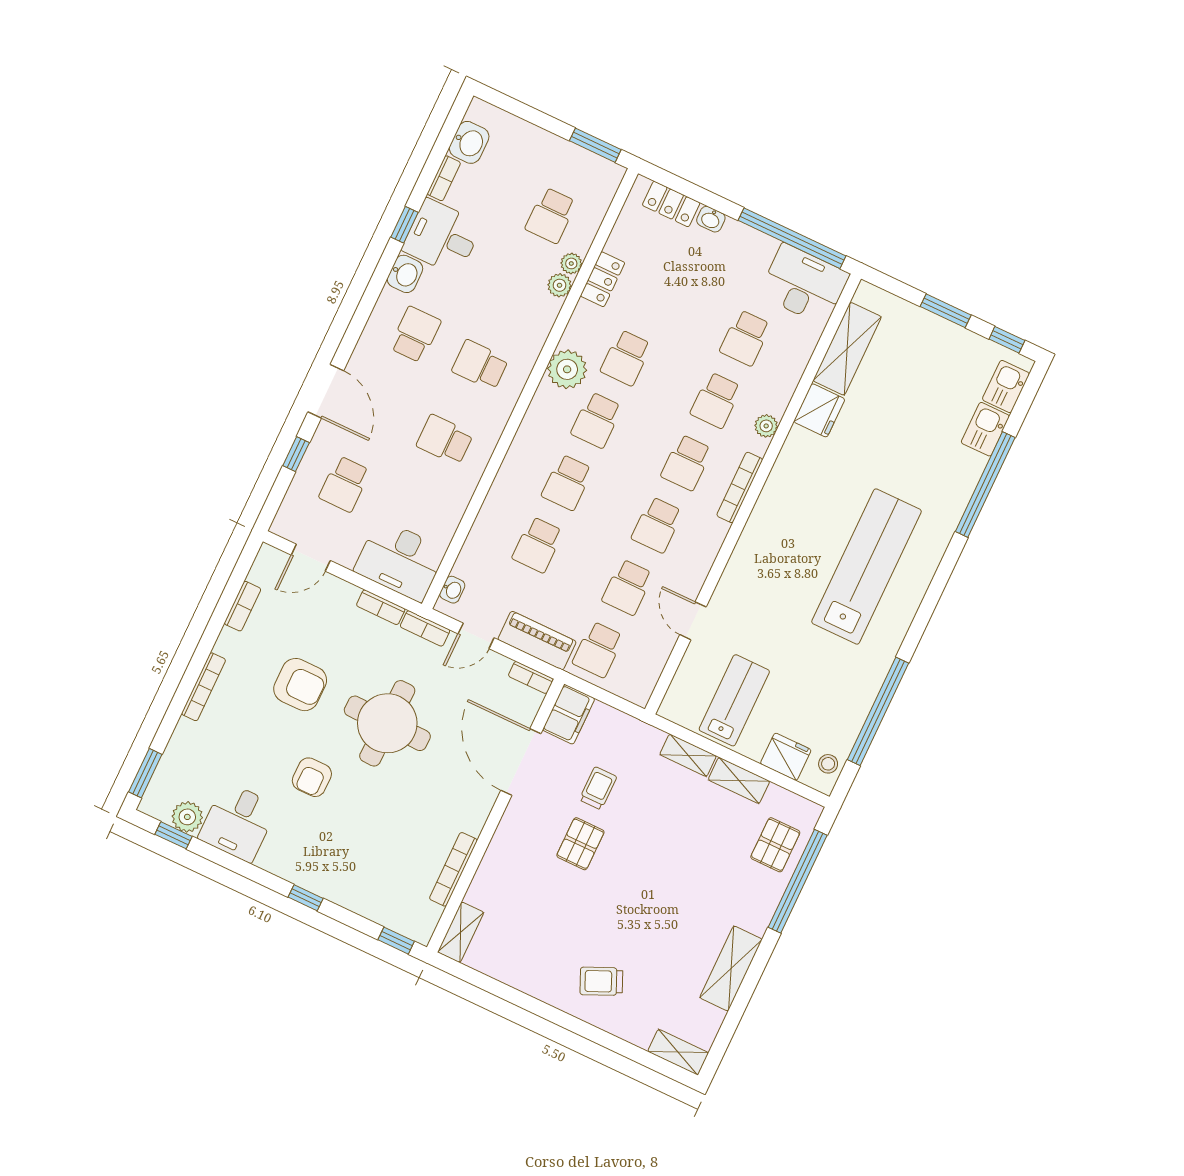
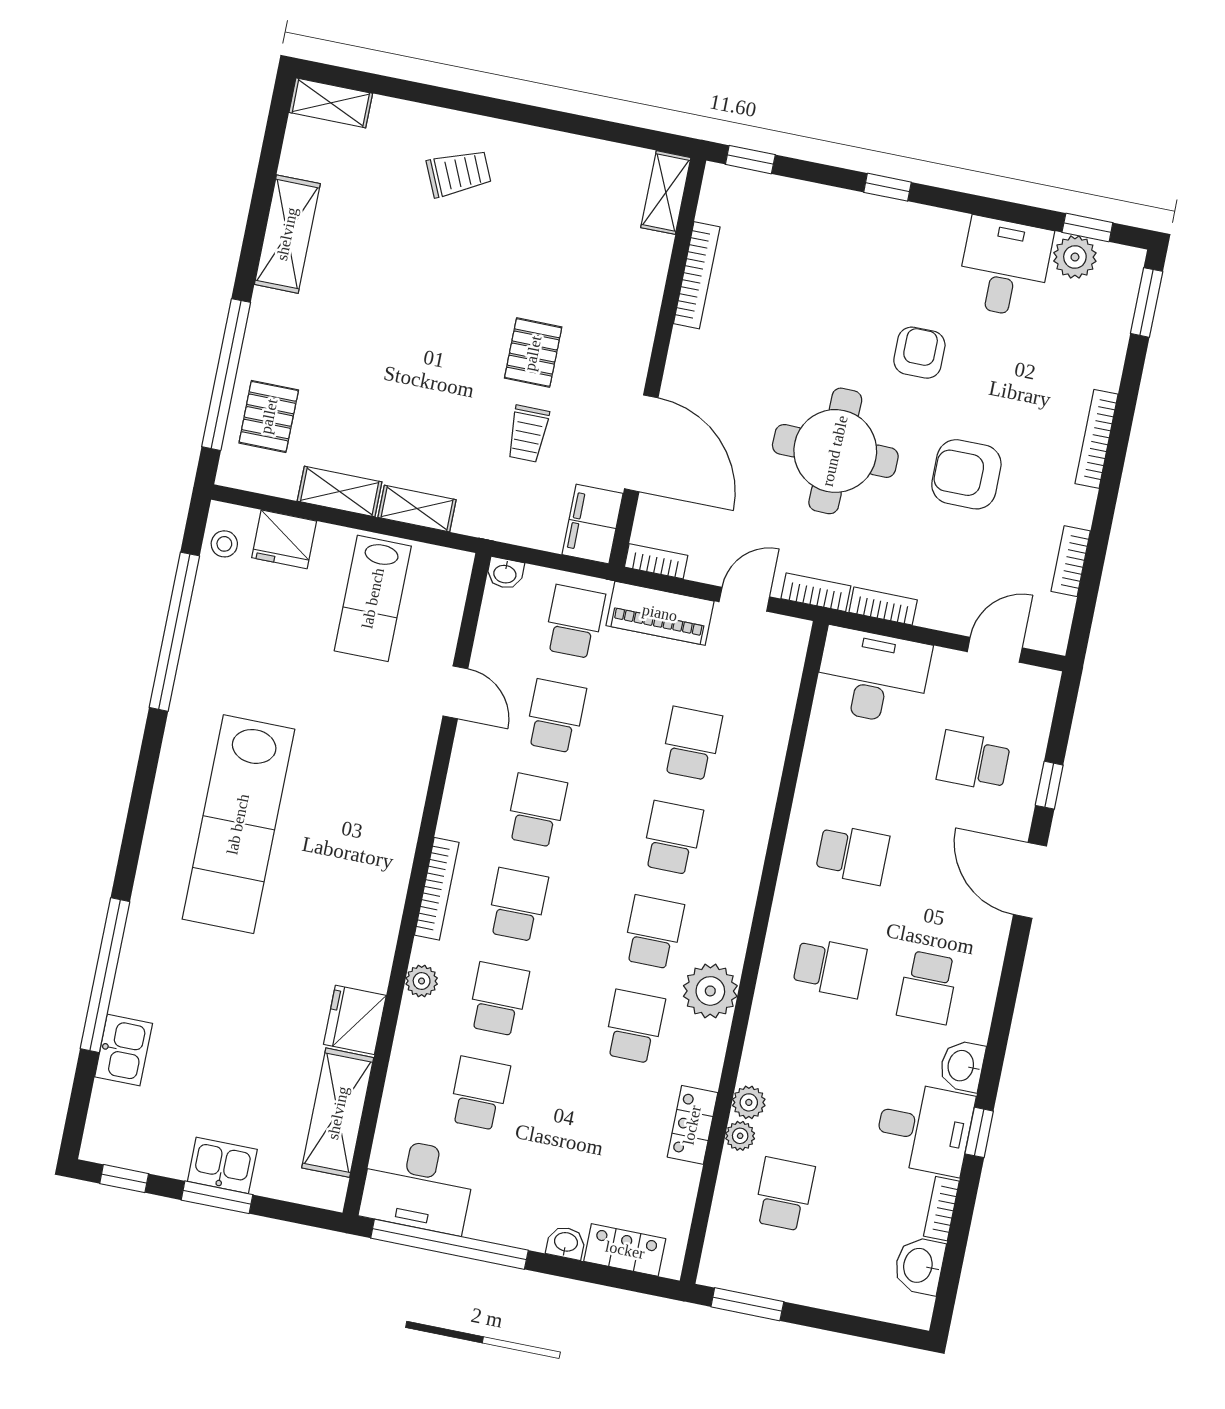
kitchen sink: (1006, 387) -> (222, 1165), moved, turned -90
school desk: (345, 484) -> (973, 761), turned -90
washbasin: (452, 590) -> (505, 573), moved, turned -90

